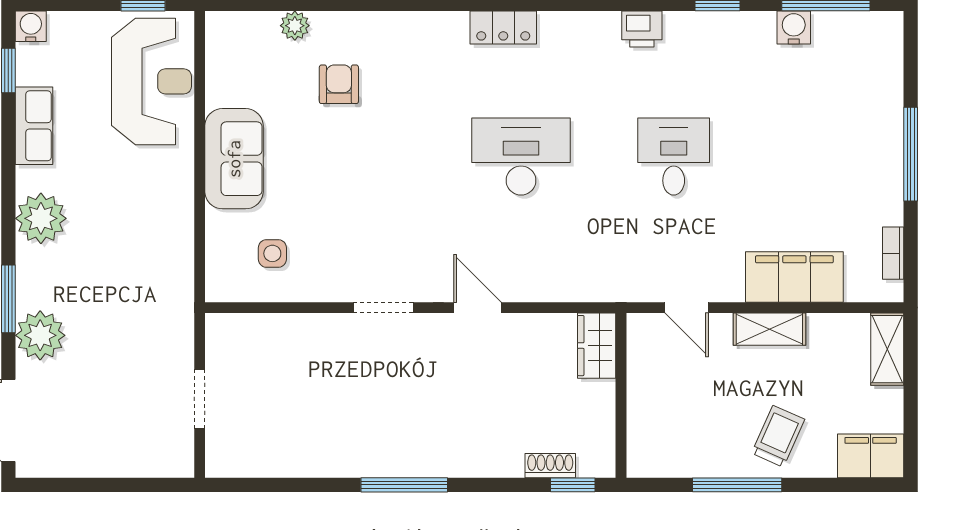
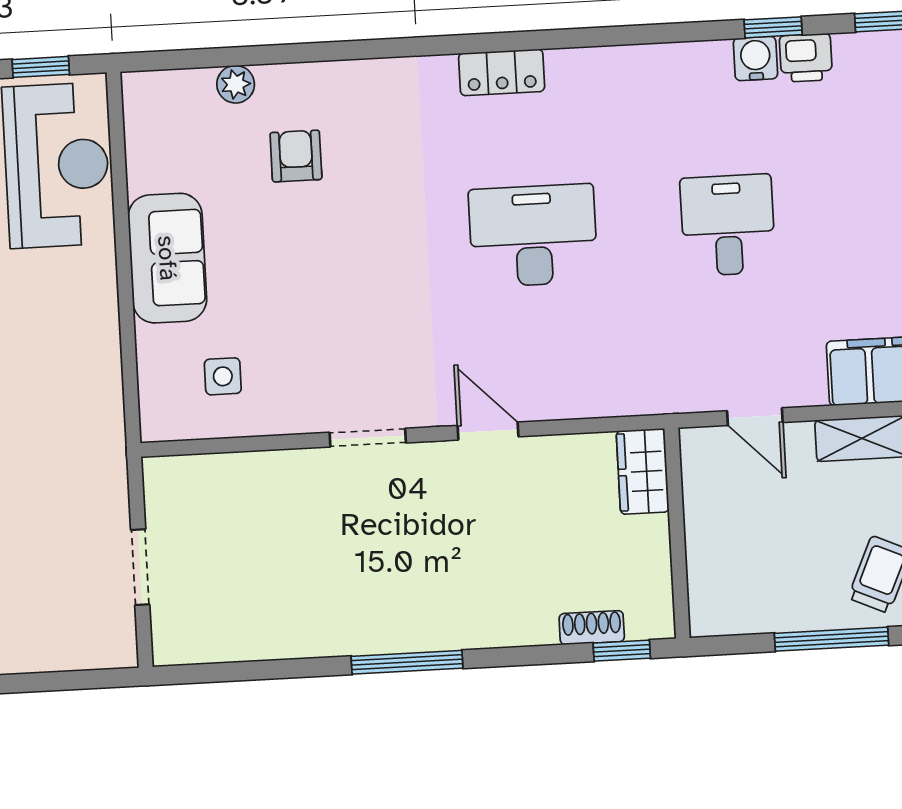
water cooler: (794, 27) -> (755, 58), moved
printer: (642, 29) -> (806, 58), moved

